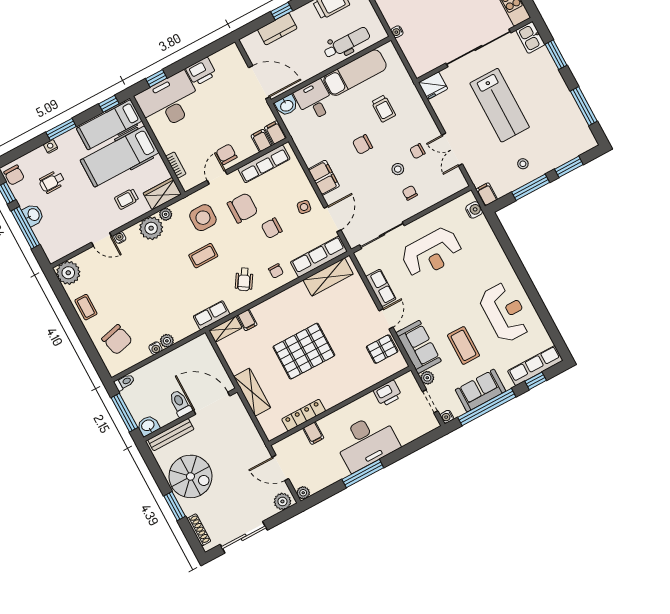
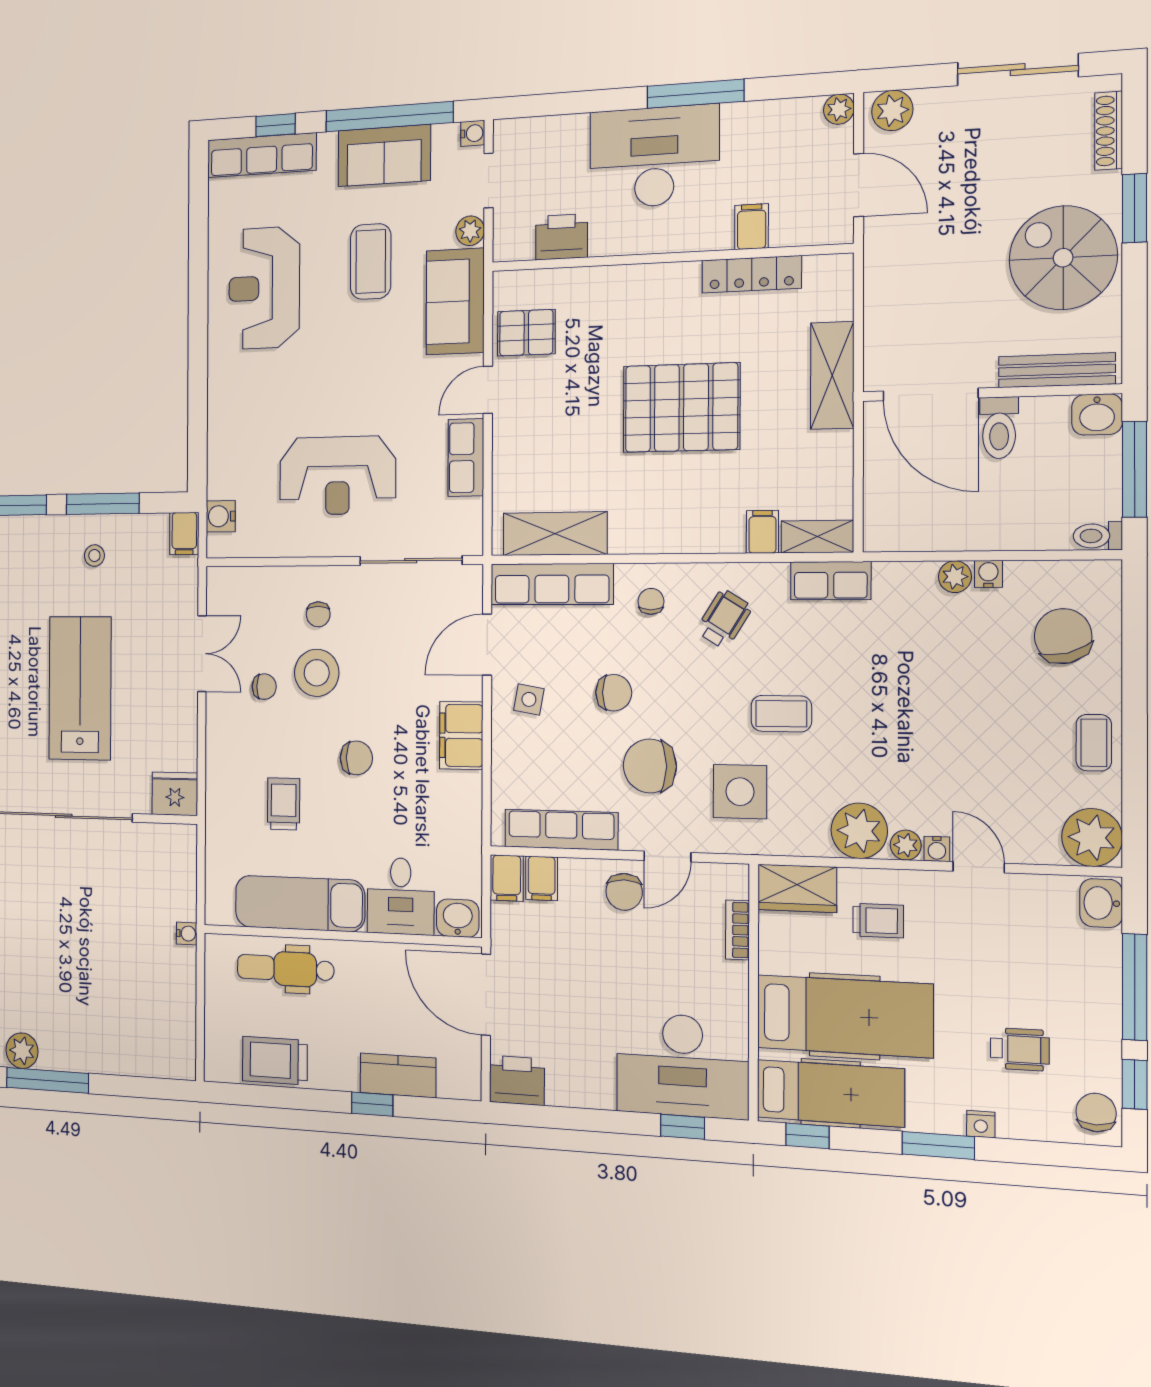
printer: (201, 71) -> (517, 1080), moved
stool: (398, 169) -> (317, 673), width x1.89, depth x1.89
plant: (166, 214) -> (906, 845), moved
washbasin: (33, 215) -> (1101, 903), moved
reception desk: (432, 253) -> (337, 476), turned 180

